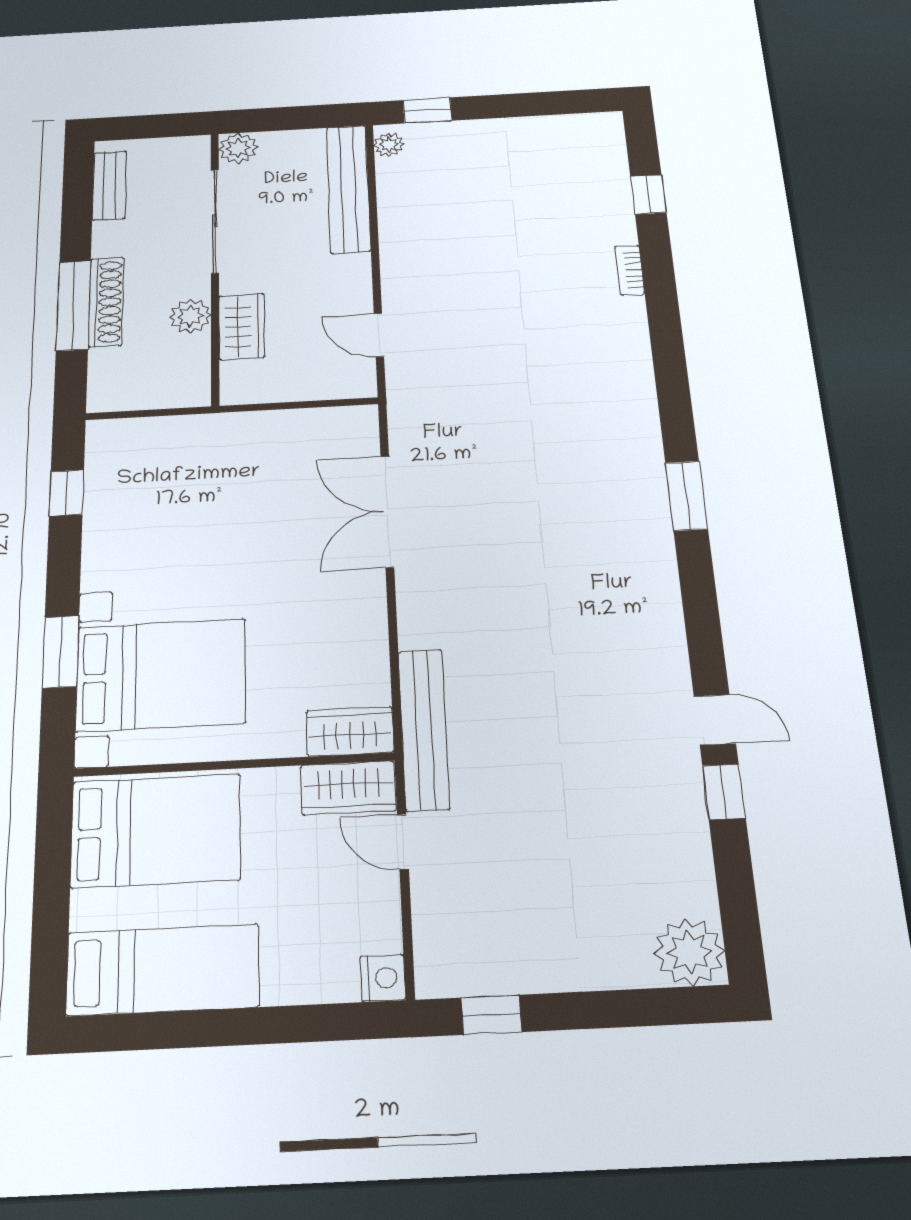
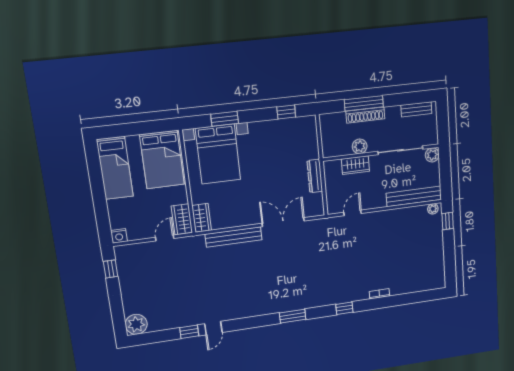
window: (648, 194) -> (344, 308), moved
dresser: (259, 426) -> (315, 176), added
bench: (424, 729) -> (234, 237), moved

